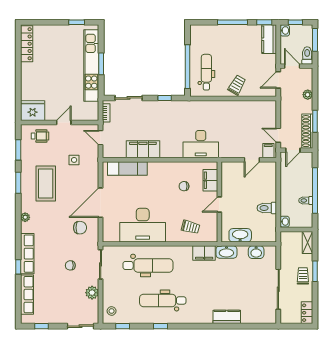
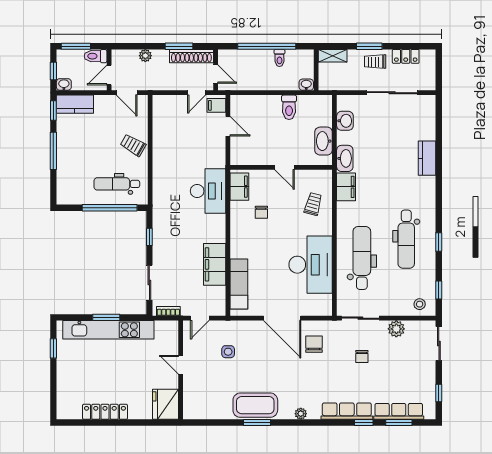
locker: (27, 44) -> (105, 412), moved
wheelchair: (40, 136) -> (198, 395), removed
window: (18, 150) -> (399, 422), moved
filing cabinet: (210, 180) -> (239, 187), moved, turned -90
coffee table: (46, 184) -> (255, 405), moved
locker: (307, 313) -> (406, 56), moved

